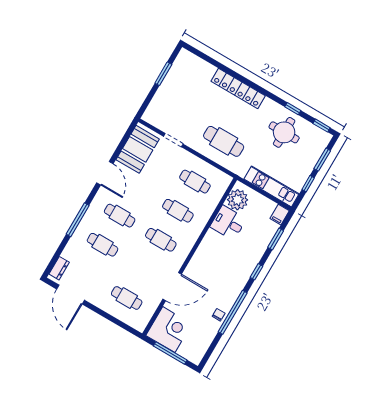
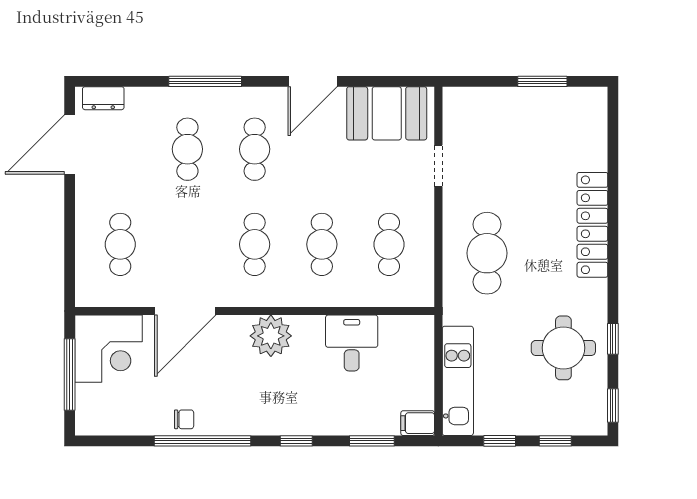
window: (322, 160) -> (555, 441), width x0.67
plant: (237, 200) -> (271, 336), moved
door: (172, 287) -> (185, 311), hinge flipped

